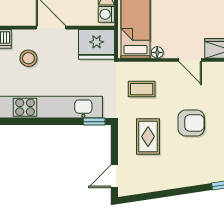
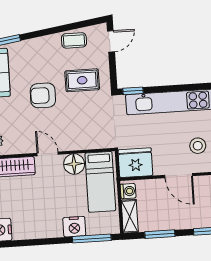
floor lamp: (157, 52) -> (74, 164), width x1.89, depth x1.89
coffee table: (142, 89) -> (74, 40), moved
rug: (148, 137) -> (82, 80), turned 90

